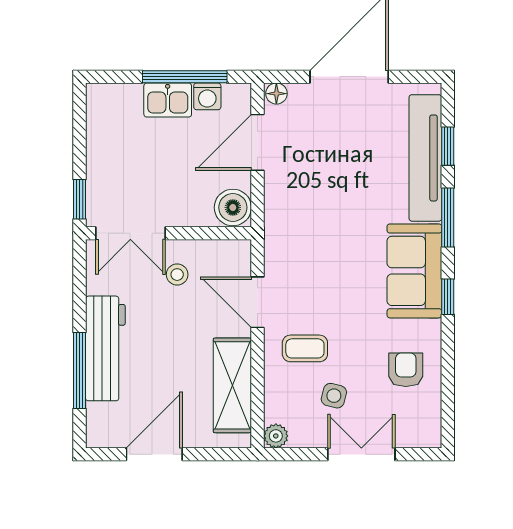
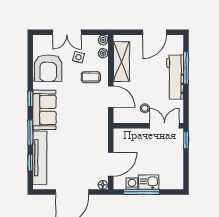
boiler: (233, 207) -> (121, 137), removed
armchair: (406, 370) -> (48, 68), width x1.88, depth x1.88
plant: (276, 405) -> (103, 53), added

